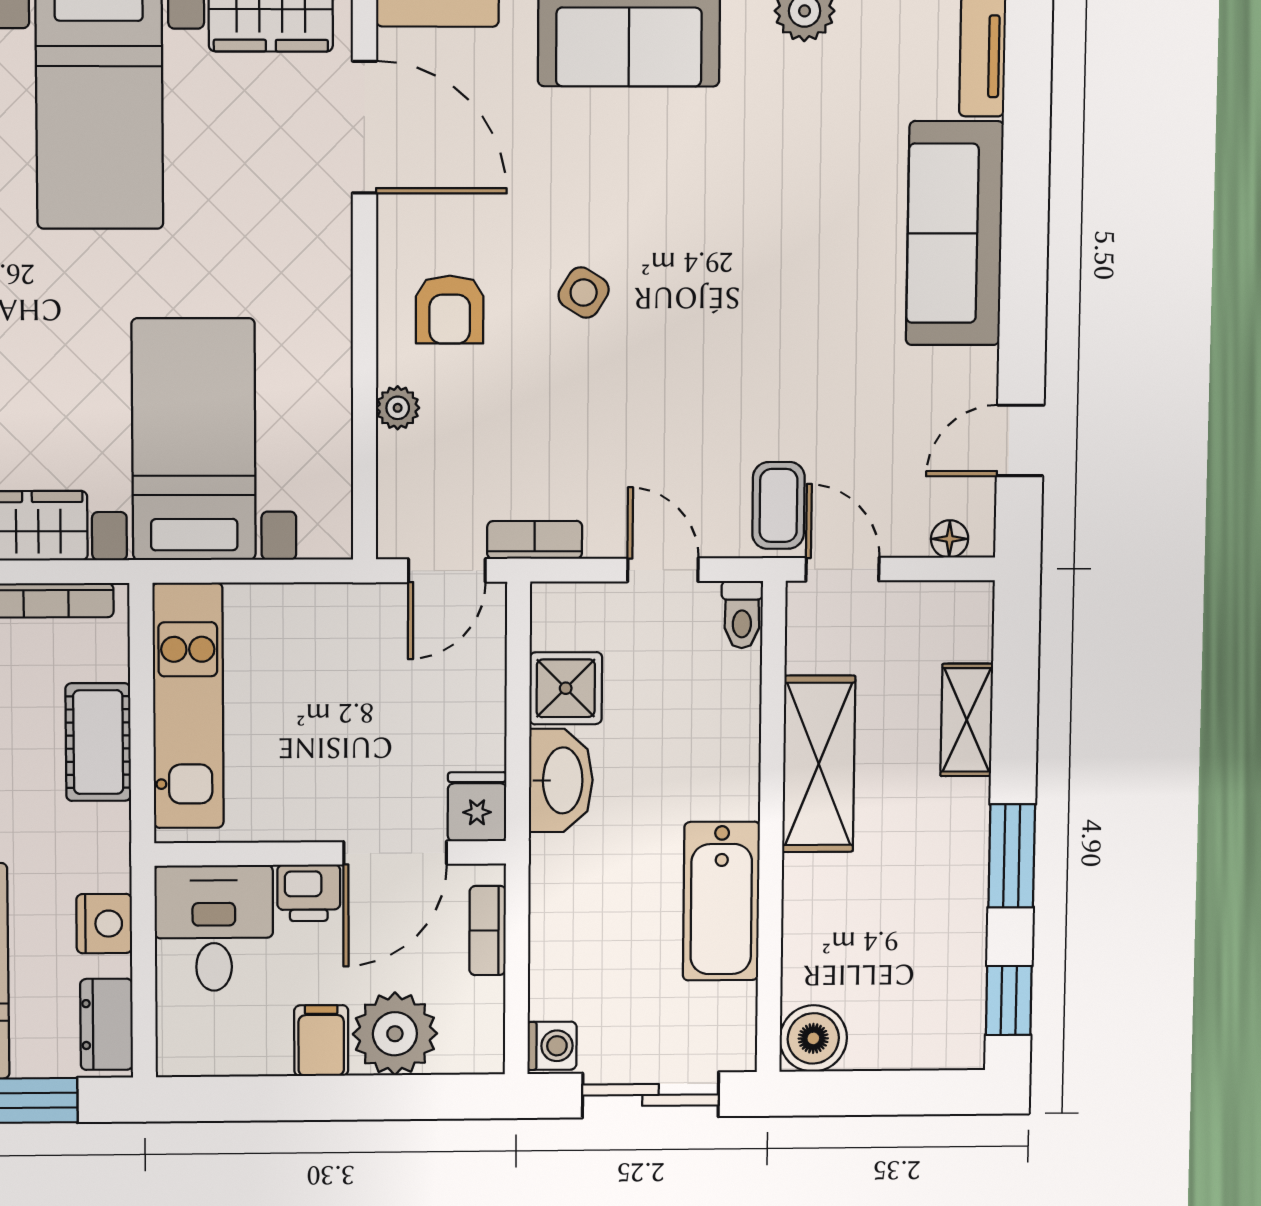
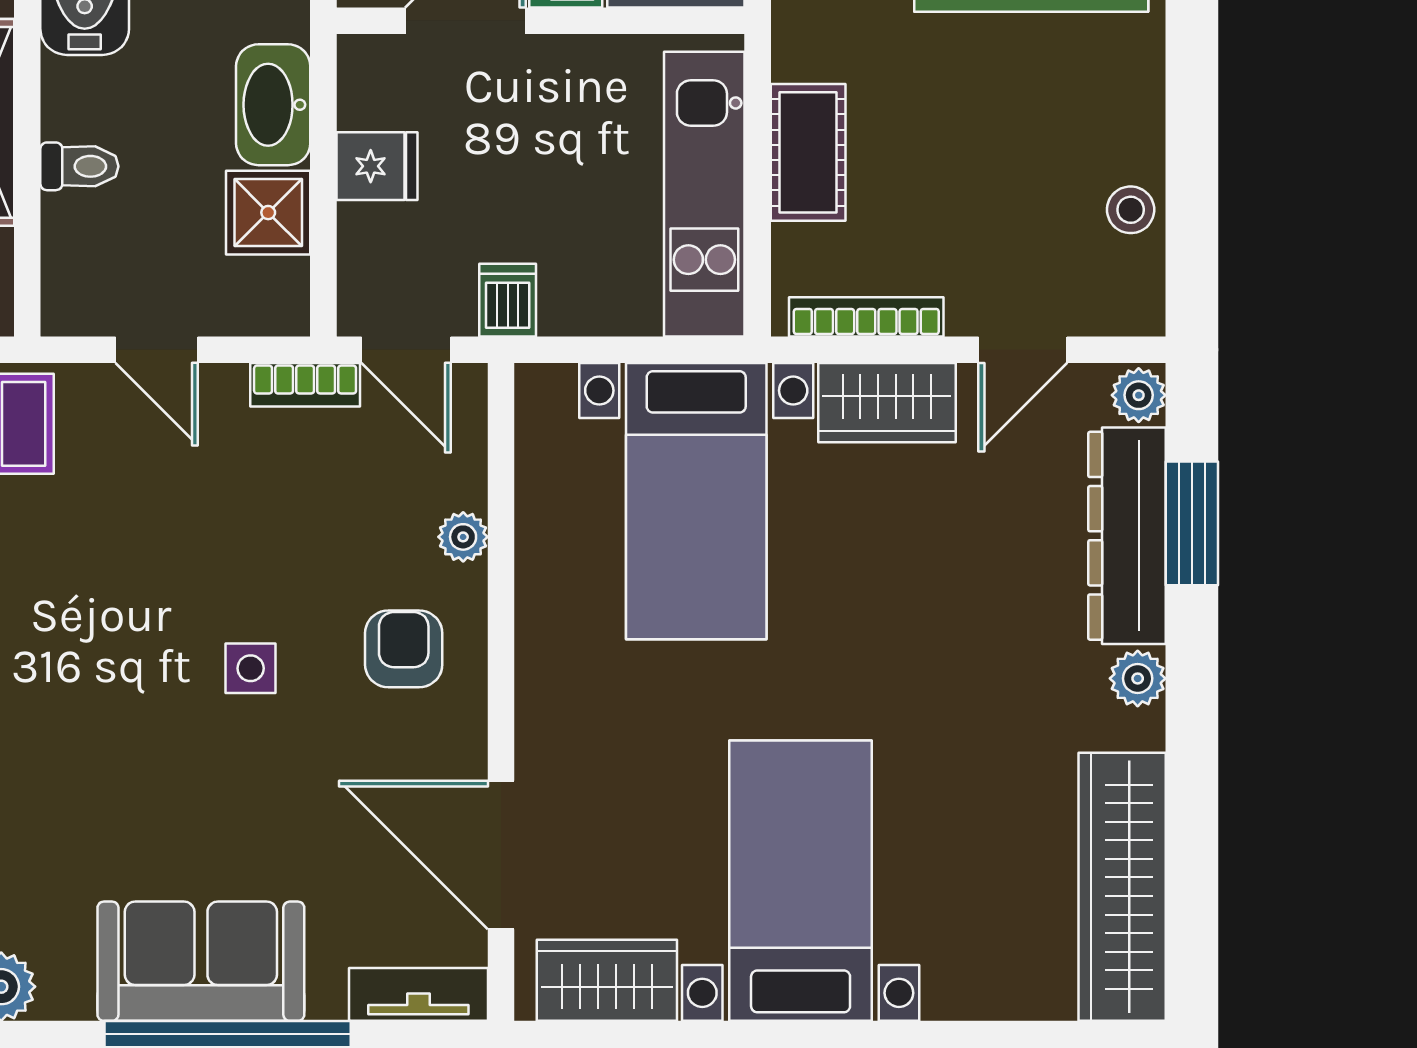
side table: (584, 293) -> (251, 668), turned -32
door: (447, 571) -> (406, 350), swing flipped
dishwasher: (359, 614) -> (508, 300), added
toilet: (742, 615) -> (79, 166), moved, turned 90
fridge: (477, 807) -> (377, 166), moved, turned -90

